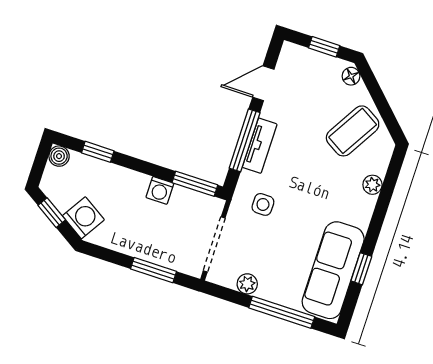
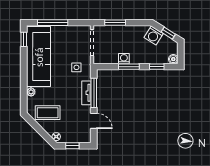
door: (263, 83) -> (94, 121), hinge flipped
coffee table: (353, 131) -> (48, 113), turned 59
window: (195, 184) -> (129, 67), moved
window: (361, 269) -> (24, 39), moved
sofa: (333, 270) -> (39, 57), width x1.36, depth x1.27
plant: (247, 284) -> (72, 30), removed

